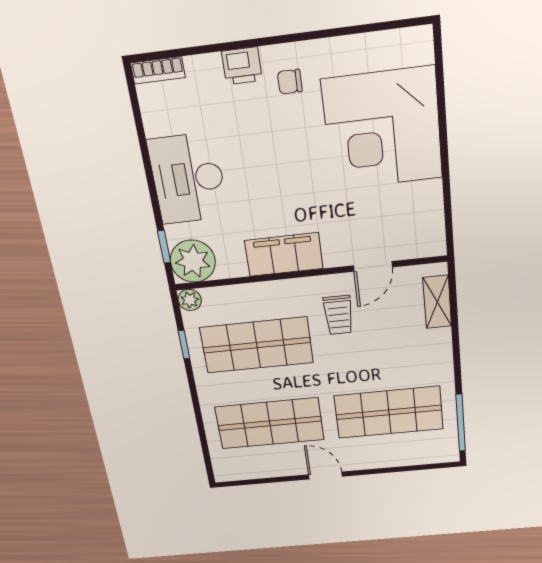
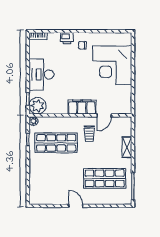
filing cabinet: (284, 255) -> (82, 107), moved
shelving: (437, 302) -> (127, 147), moved
shop shelf: (270, 423) -> (56, 178), removed

